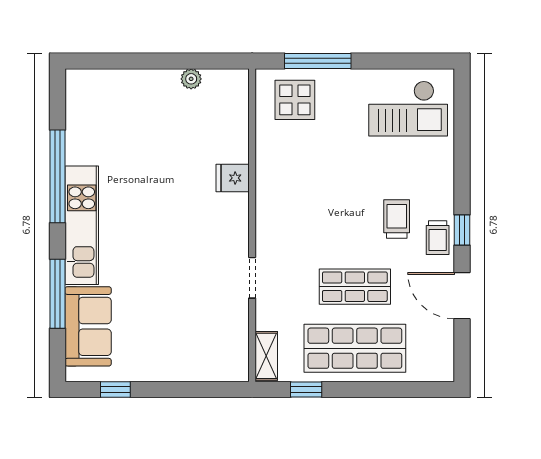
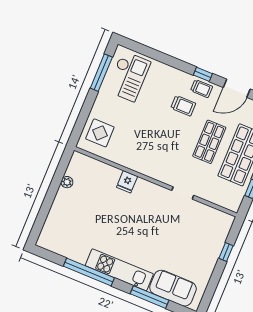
window: (318, 61) -> (101, 73), moved
trolley: (397, 219) -> (183, 106), turned 180
shelving: (266, 356) -> (226, 202), removed
window: (115, 389) -> (226, 252), moved

